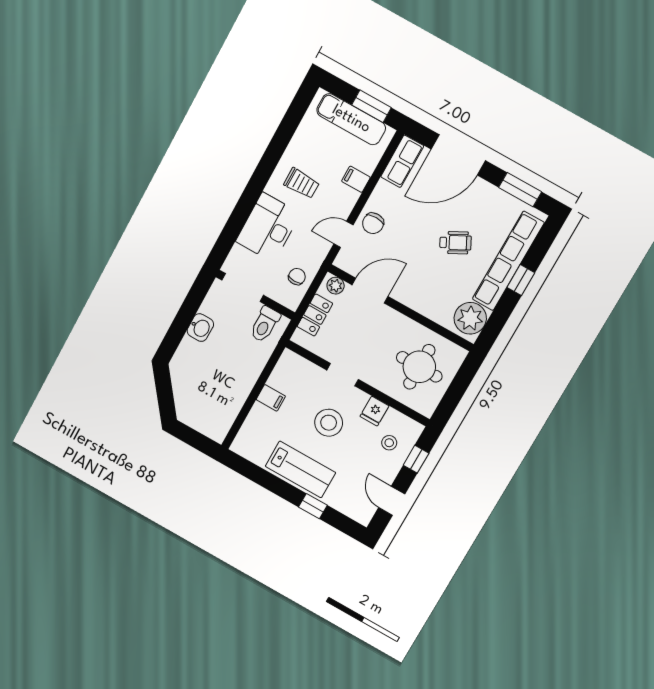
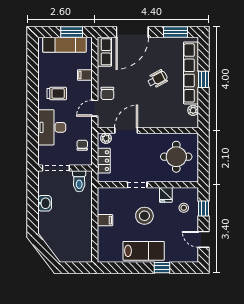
plant: (470, 318) -> (193, 110), width x0.53, depth x0.53

